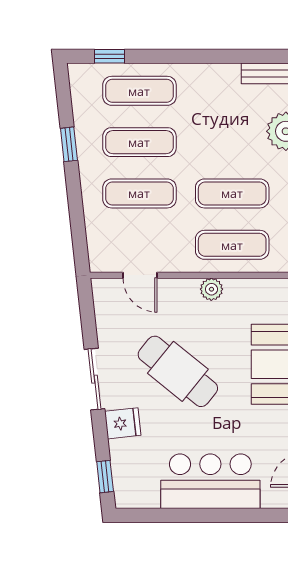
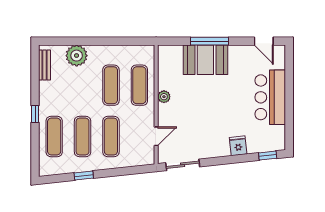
window: (109, 56) -> (35, 114), moved
cafe table: (178, 371) -> (209, 115), removed
sliding door: (94, 379) -> (183, 165), moved

